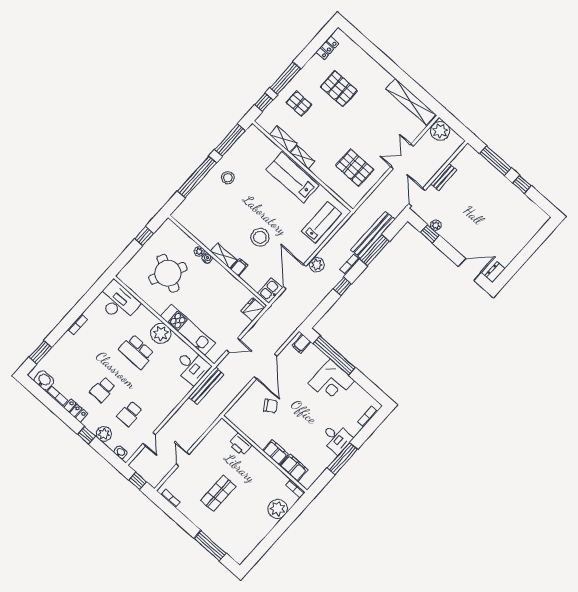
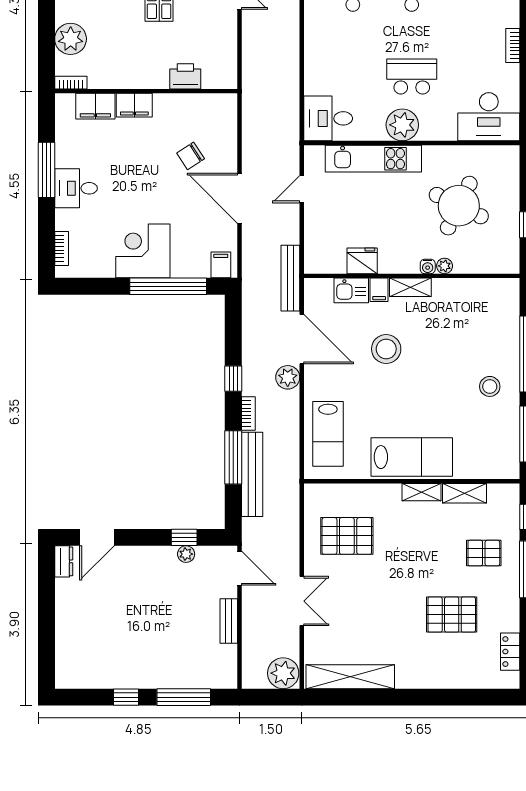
kitchen sink: (270, 291) -> (351, 290), moved, turned 90
fridge: (253, 309) -> (362, 261), moved, turned -90
bench: (206, 386) -> (290, 278), moved

